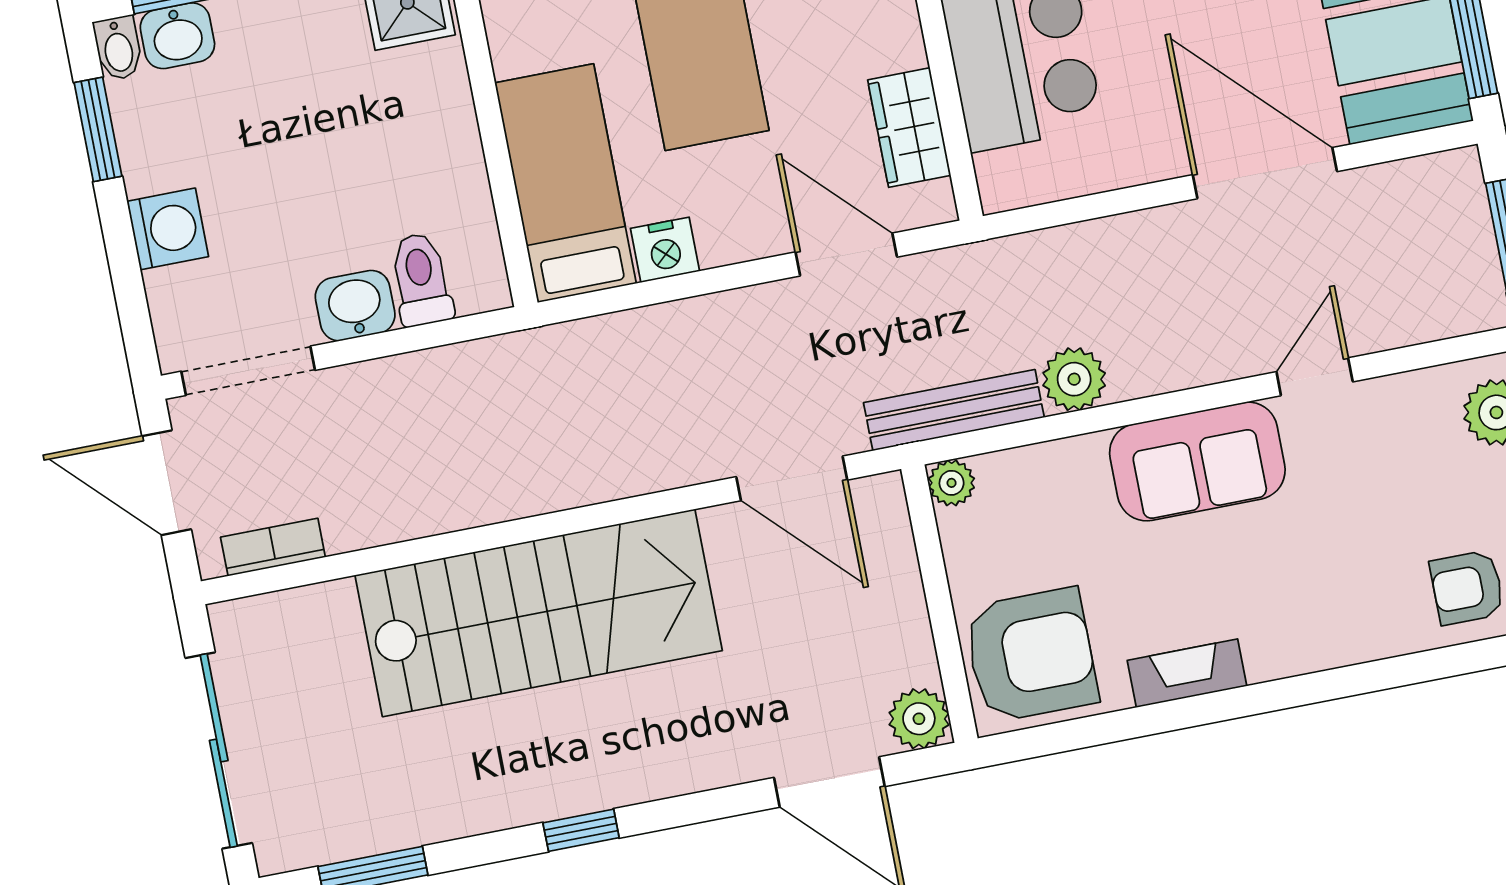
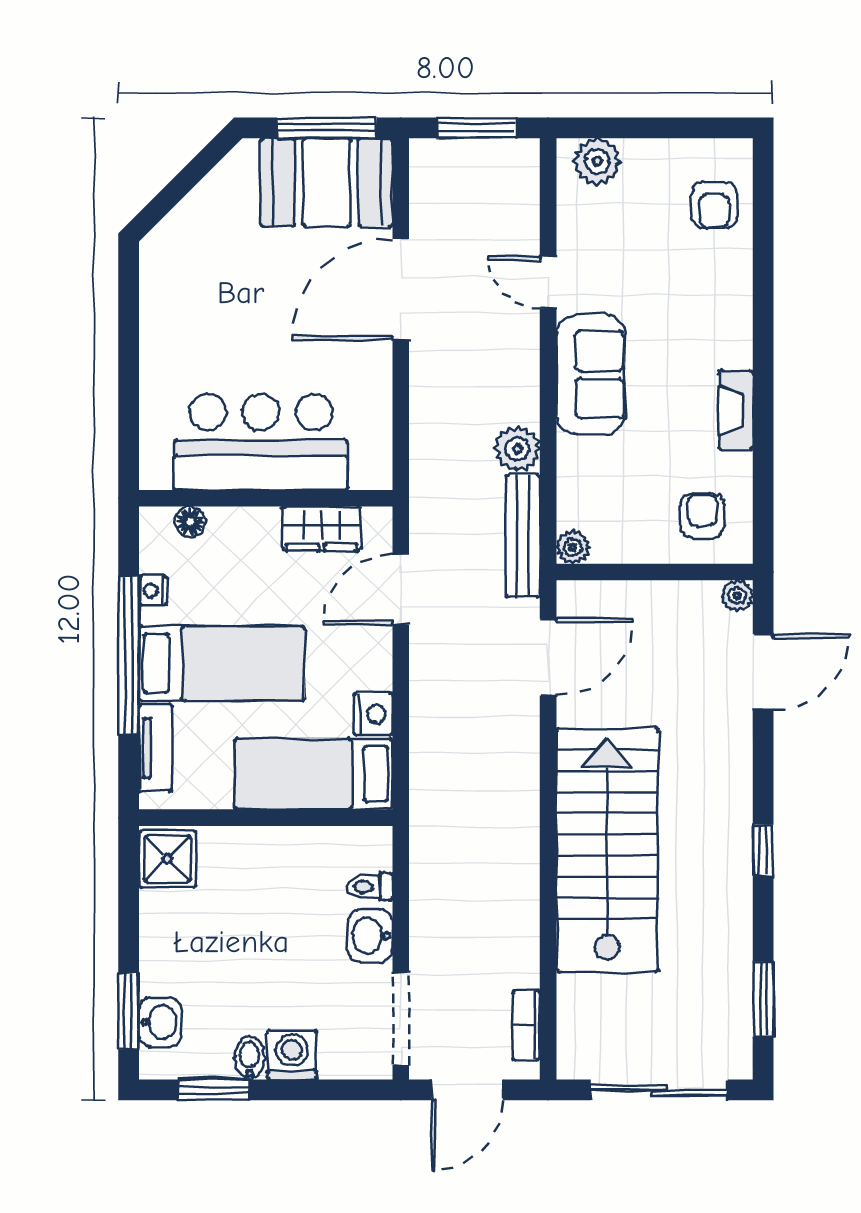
bidet: (118, 48) -> (249, 1058), moved, turned -90
toilet: (421, 280) -> (370, 887), width x0.73, depth x0.72
armchair: (1031, 655) -> (702, 516), width x0.53, depth x0.53
plant: (919, 719) -> (737, 596), width x0.73, depth x0.73

